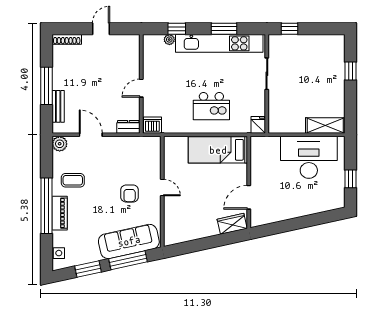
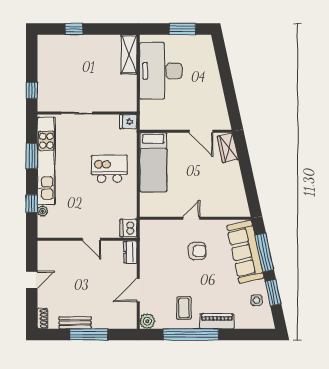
door: (101, 29) -> (32, 280), swing flipped
shoe rack: (67, 39) -> (42, 319), width x0.70
bench: (58, 106) -> (75, 323), moved
kitchen island: (211, 106) -> (109, 169), turned -90
window: (351, 179) -> (183, 29), width x1.50
window: (46, 206) -> (191, 334), moved
side table: (59, 253) -> (257, 300), moved

